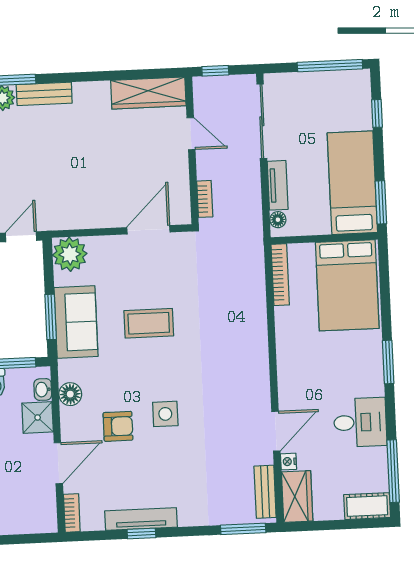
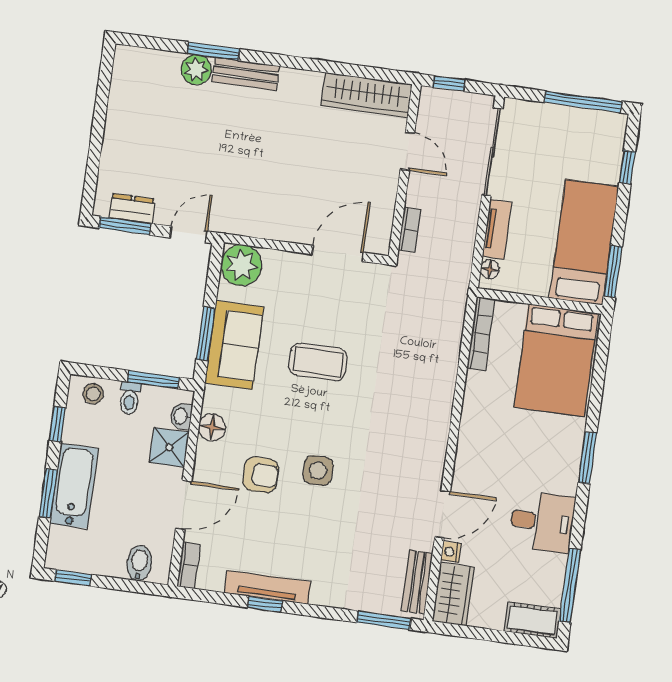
bidet: (30, 519) -> (139, 563), added

